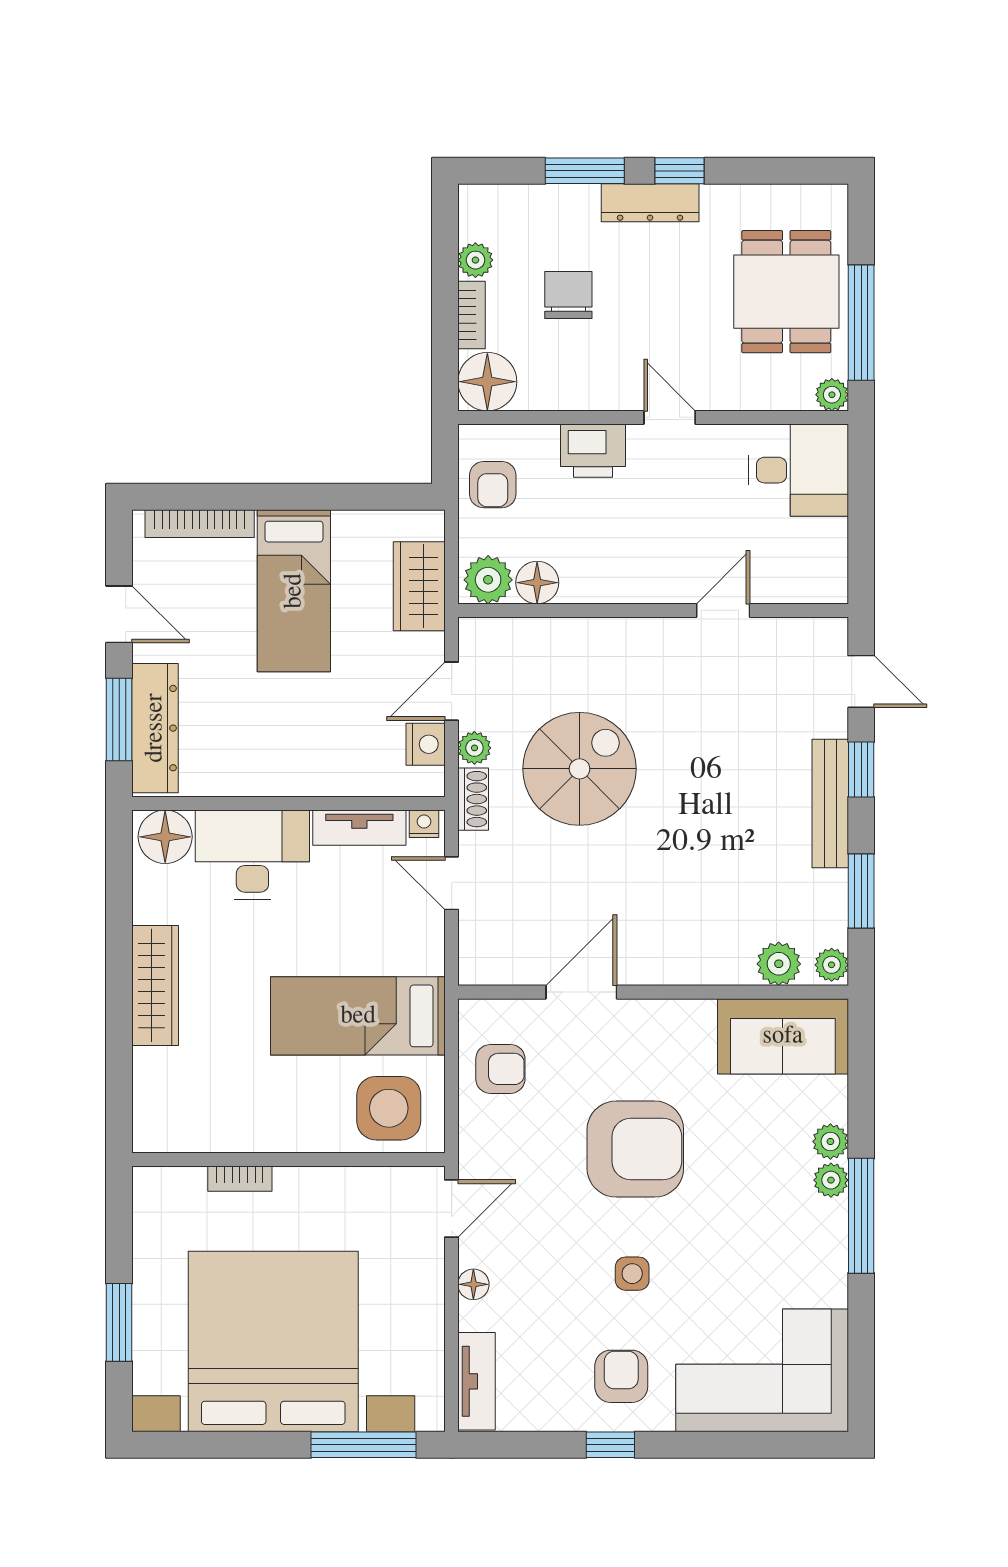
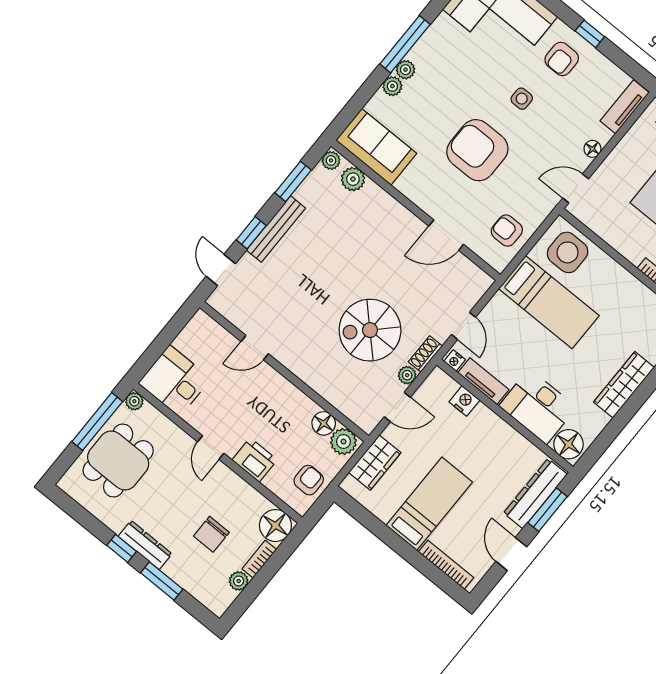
nightstand: (426, 744) -> (464, 401), moved, turned 90

